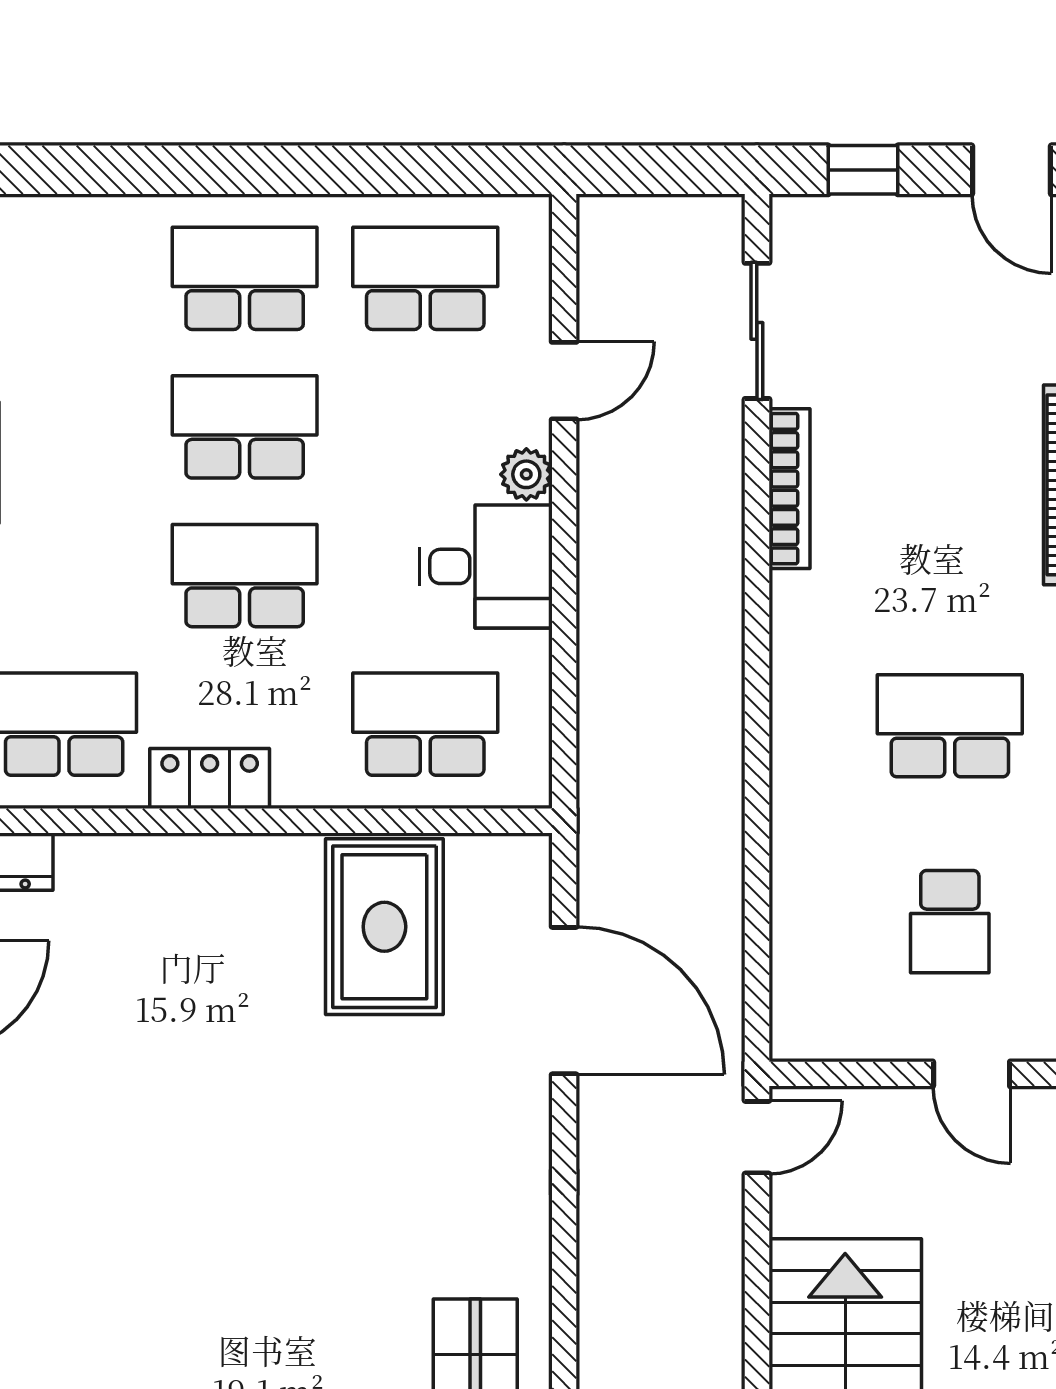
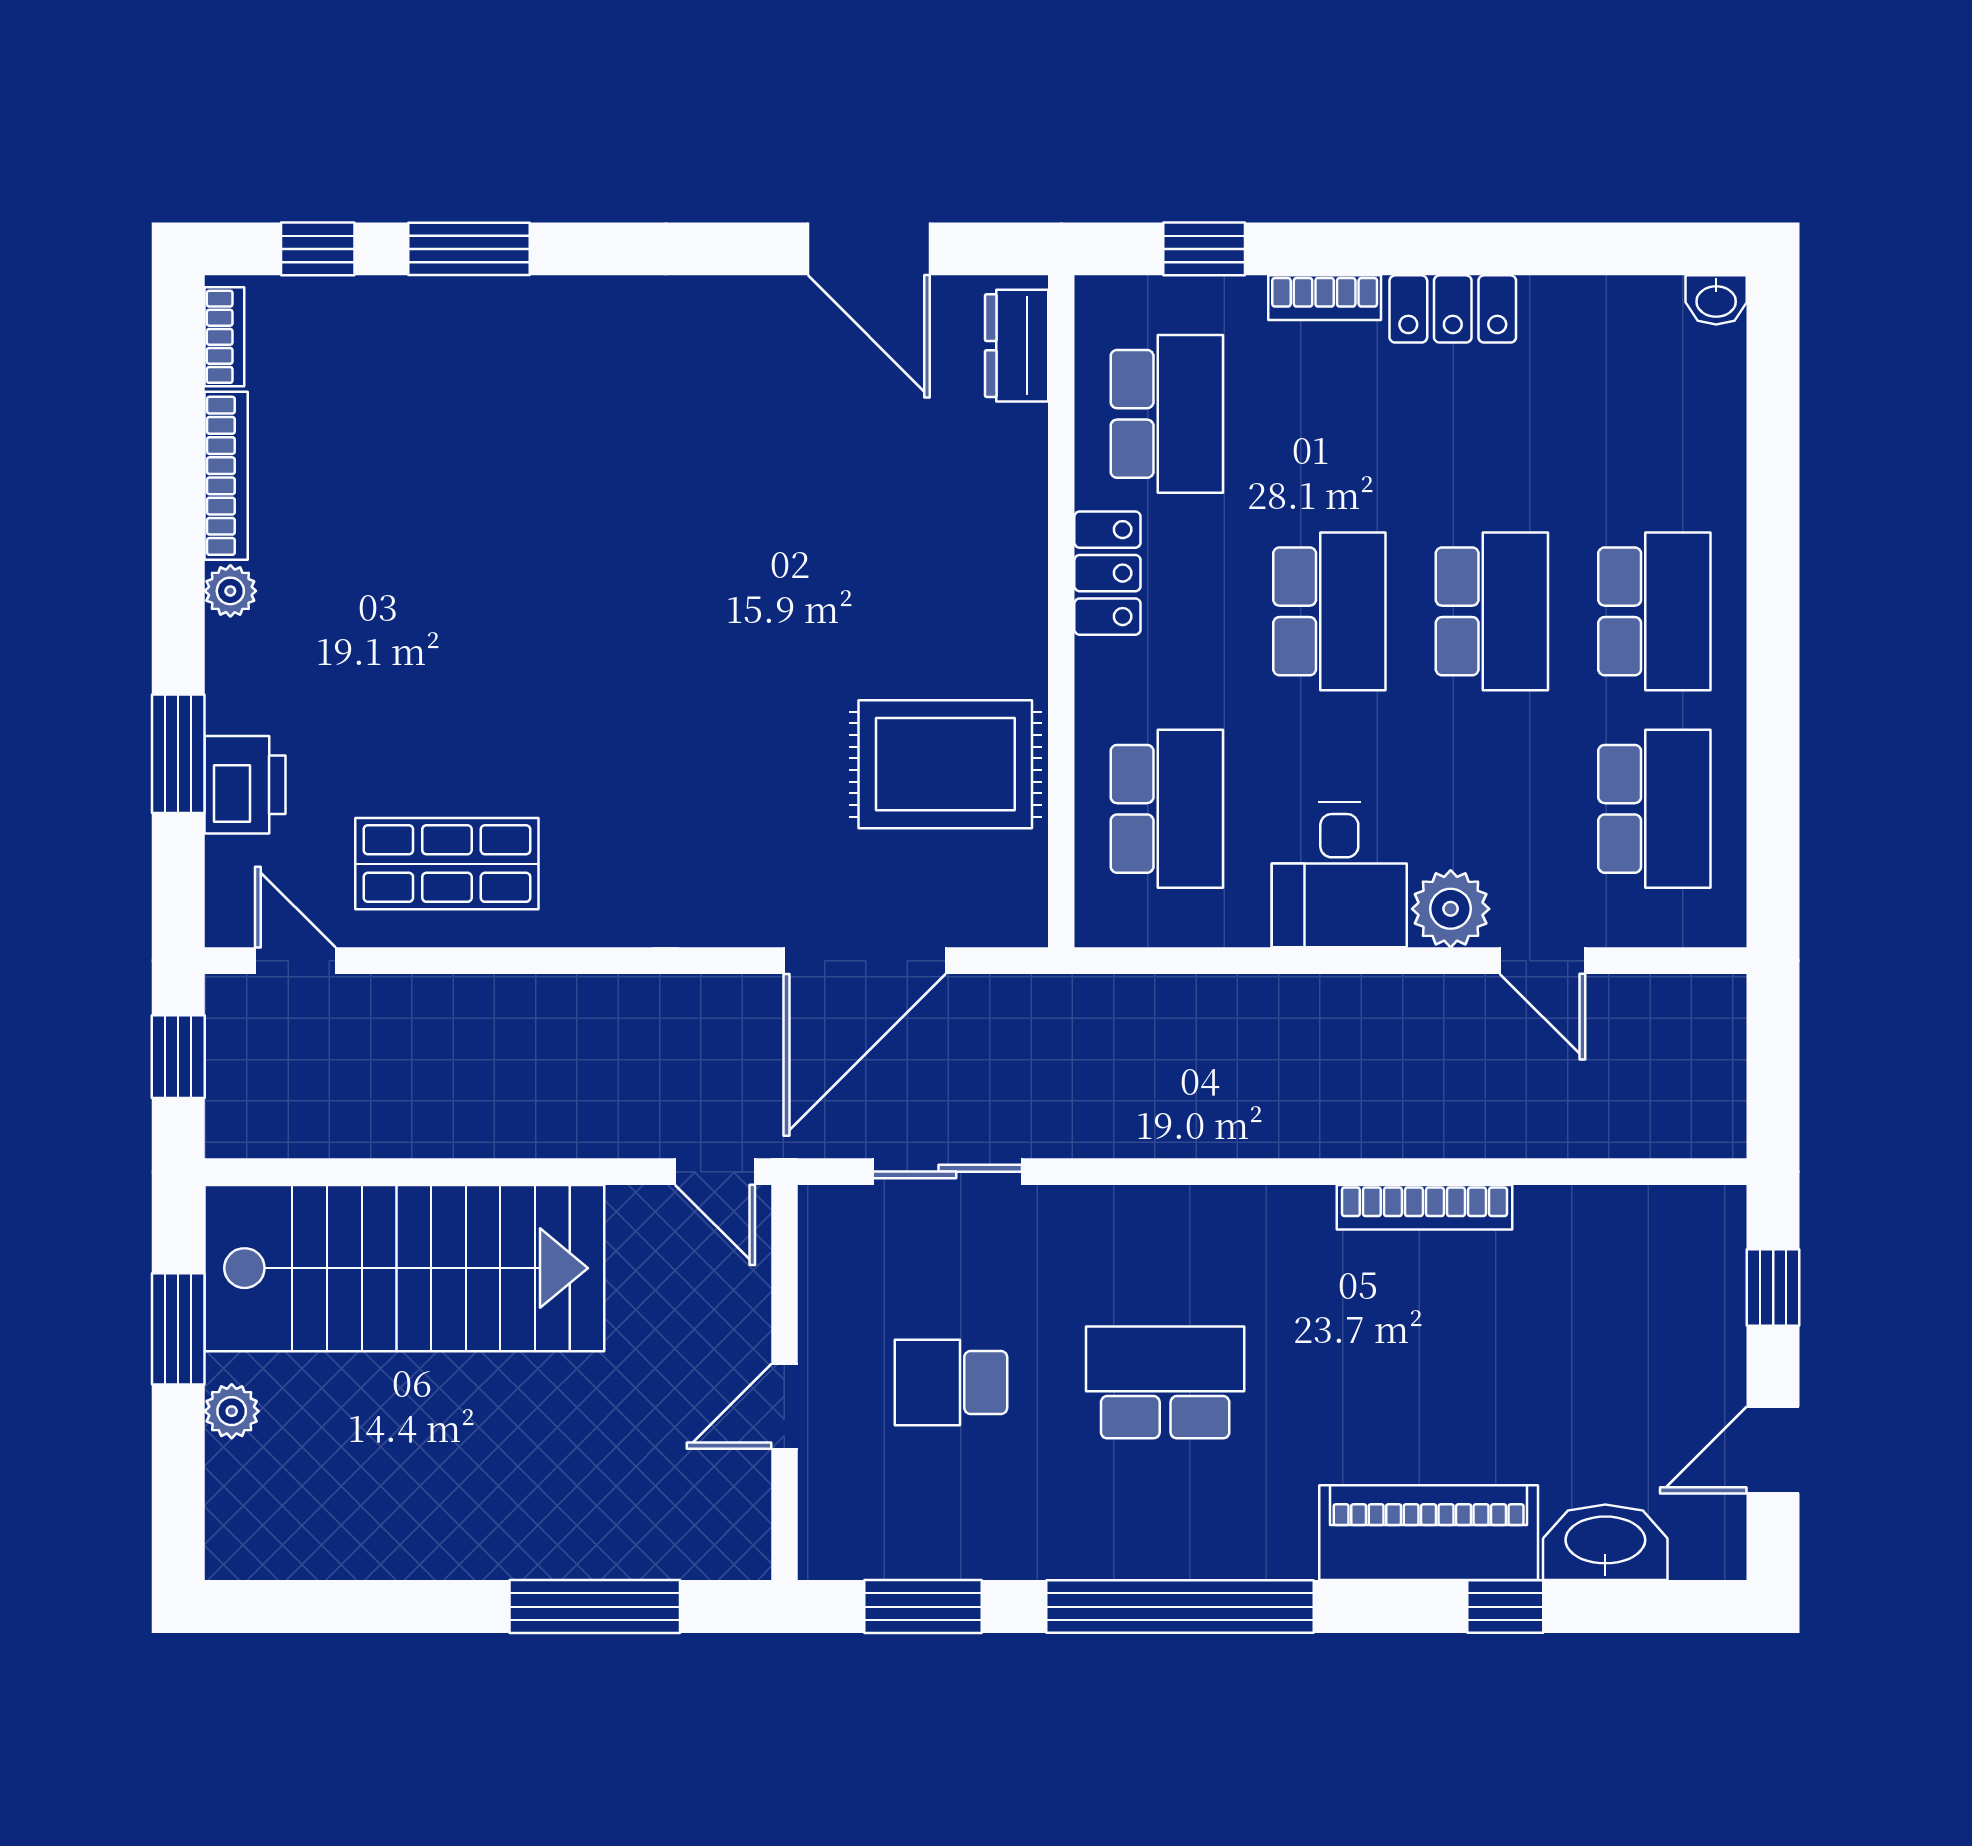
sliding door: (757, 331) -> (947, 1172), moved
plant: (526, 474) -> (1451, 909), width x1.38, depth x1.38
school desk: (950, 726) -> (1165, 1382), turned -90

